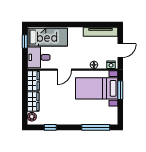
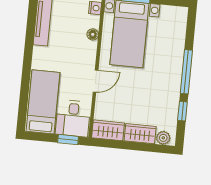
window: (25, 41) -> (68, 140), moved
door: (64, 70) -> (96, 81), hinge flipped
window: (96, 127) -> (186, 72), moved

